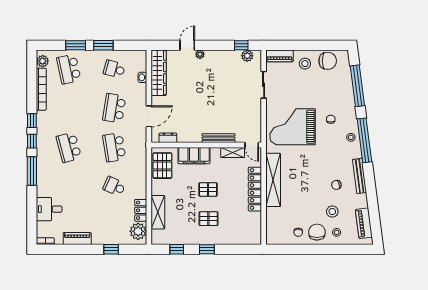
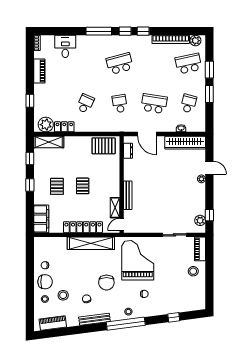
chair: (328, 61) -> (106, 283), moved
window: (357, 86) -> (174, 317), width x0.32
school desk: (114, 147) -> (120, 104), width x0.54
filing cabinet: (194, 156) -> (41, 219), moved, turned 180
shelving: (158, 212) -> (49, 142), moved

